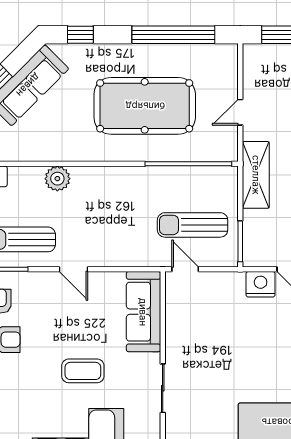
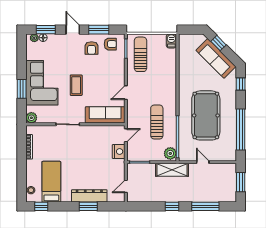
plant: (57, 179) -> (170, 153), moved
sun lounger: (193, 225) -> (157, 122), moved
door: (73, 269) -> (126, 93), moved
nightstand: (261, 284) -> (119, 151), moved

